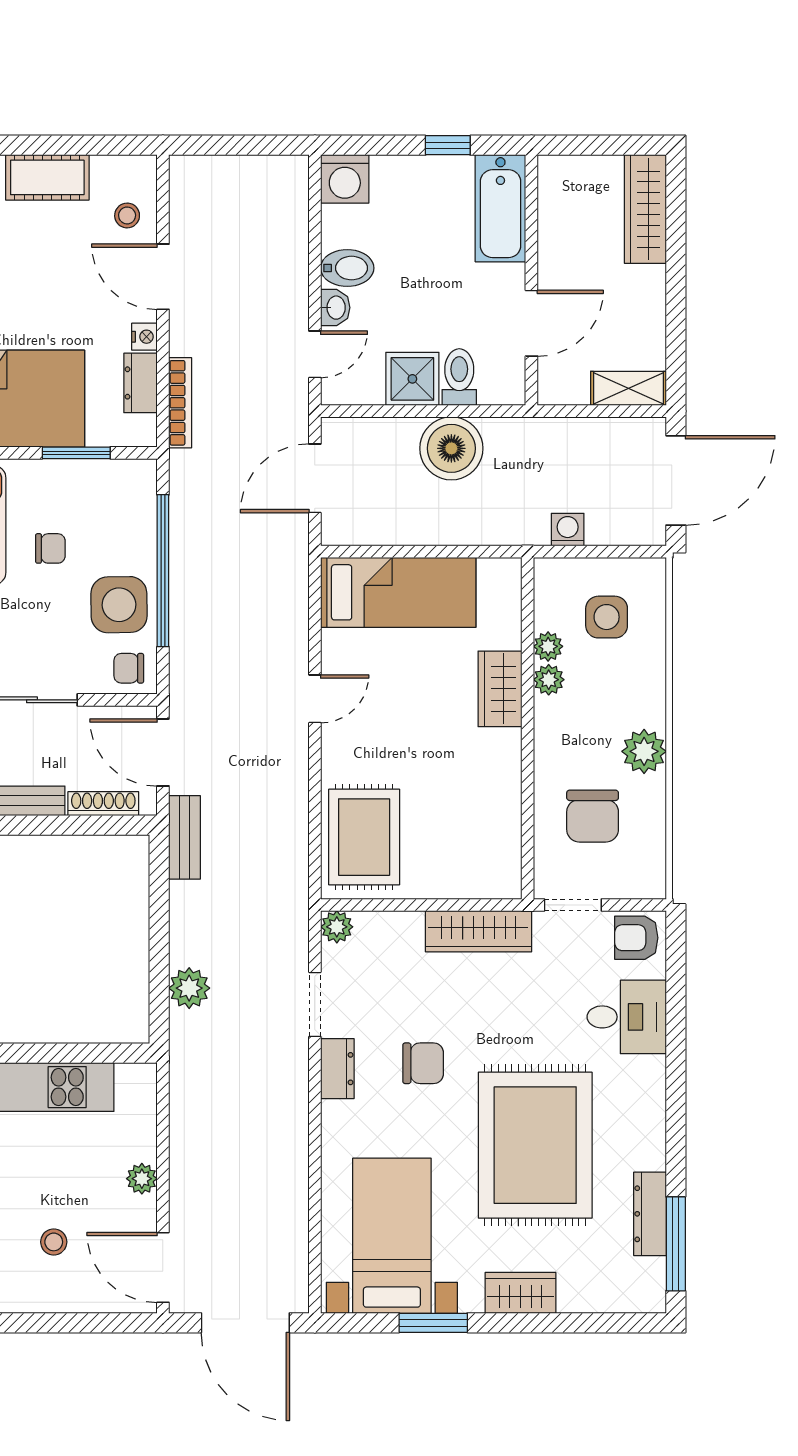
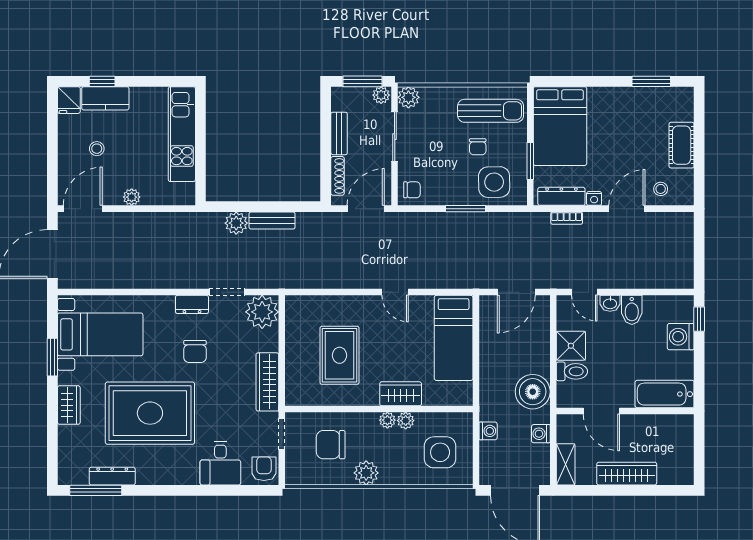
window: (448, 145) -> (699, 319), moved
washing machine: (345, 179) -> (681, 337), moved
wardrobe: (645, 209) -> (627, 474), moved
dresser: (140, 383) -> (561, 196), width x1.44
bookcase: (180, 403) -> (567, 218), width x0.64
washing machine: (573, 434) -> (541, 434), added
boiler: (451, 448) -> (533, 392), moved
door: (315, 478) -> (516, 292), swing flipped
window: (163, 571) -> (465, 209), width x0.47
side table: (119, 605) -> (494, 182), moved
side table: (607, 617) -> (440, 452), width x1.37, depth x1.37
plant: (548, 646) -> (387, 420), moved
chair: (129, 668) -> (412, 190), turned 90
bench: (185, 837) -> (272, 220), moved
rug: (364, 837) -> (340, 355), moved, turned 90
plant: (337, 927) -> (262, 312), width x1.88, depth x1.88

